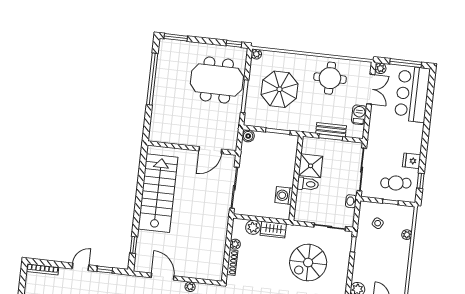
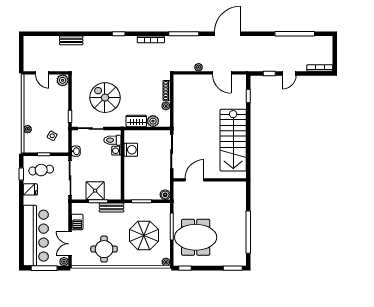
bar counter: (412, 94) -> (36, 236), width x1.36
bench: (331, 130) -> (112, 207), moved
shower: (311, 166) -> (95, 191), moved
toilet: (308, 184) -> (112, 140), moved
washing machine: (302, 196) -> (116, 151), added
spiral stairs: (308, 263) -> (105, 98), turned -90

